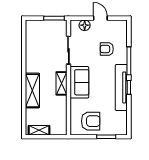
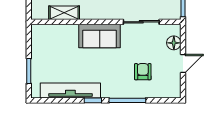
shelving: (61, 83) -> (64, 13), moved
tv unit: (121, 87) -> (70, 91), moved
armchair: (91, 121) -> (49, 51), removed

